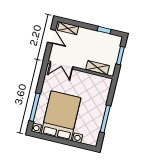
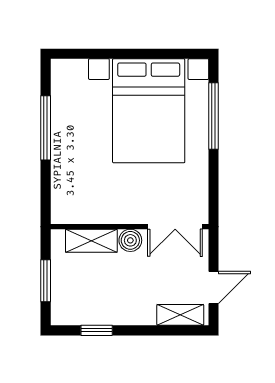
door: (52, 36) -> (214, 288), swing flipped
boiler: (81, 64) -> (130, 240), added
double door: (61, 65) -> (175, 227), swing flipped

